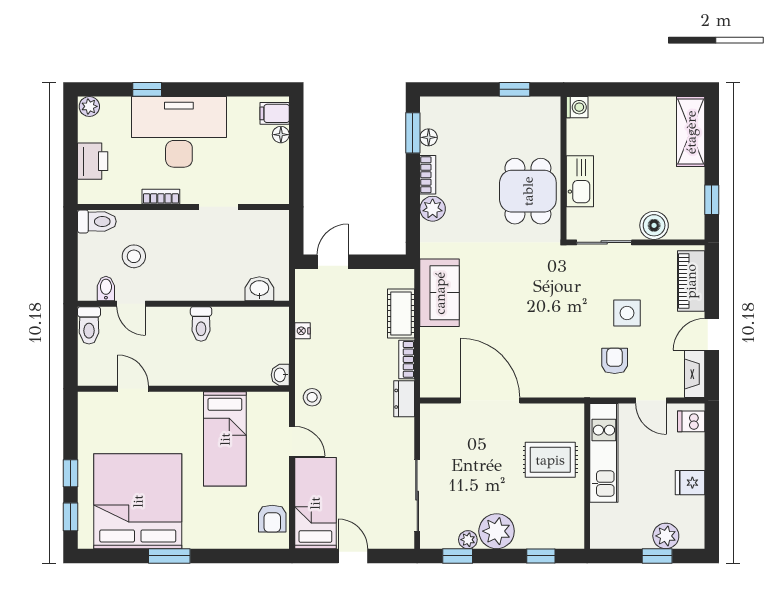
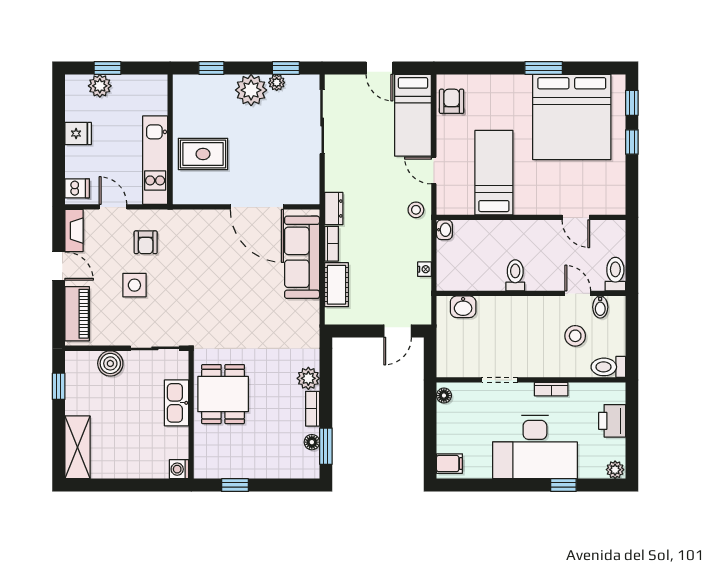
floor lamp: (281, 135) -> (444, 396), moved
sofa: (440, 293) -> (302, 257), moved, width x1.36
door: (712, 334) -> (59, 266), hinge flipped

